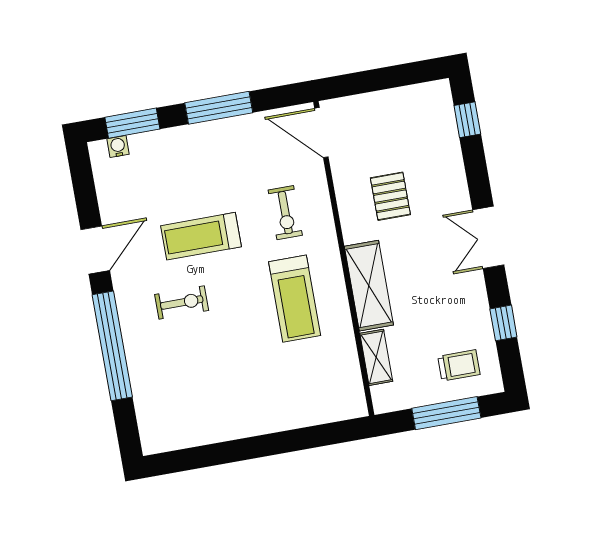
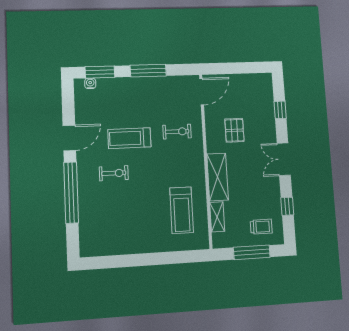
window: (467, 120) -> (280, 110), moved
door: (321, 133) -> (202, 92), swing flipped
exercise bike: (285, 213) -> (177, 132), turned -90
treadmill: (295, 299) -> (182, 210), moved

